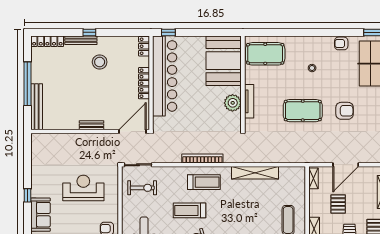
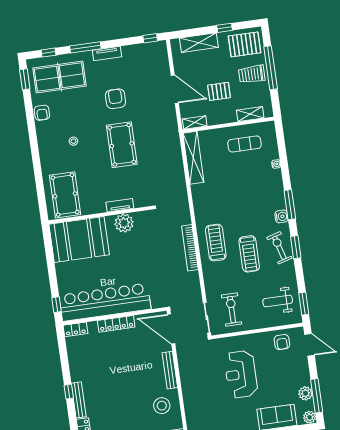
stool: (100, 62) -> (162, 406), moved
tv unit: (249, 101) -> (120, 205), width x0.71
bench: (92, 125) -> (170, 370), width x1.36
shelving: (255, 173) -> (193, 158), moved

